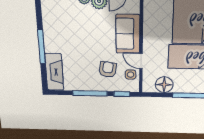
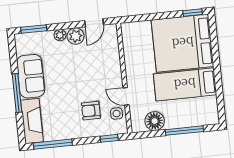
sofa: (128, 34) -> (31, 76), moved, turned 180
armchair: (108, 69) -> (91, 111), turned -99
window: (90, 93) -> (53, 144), moved

